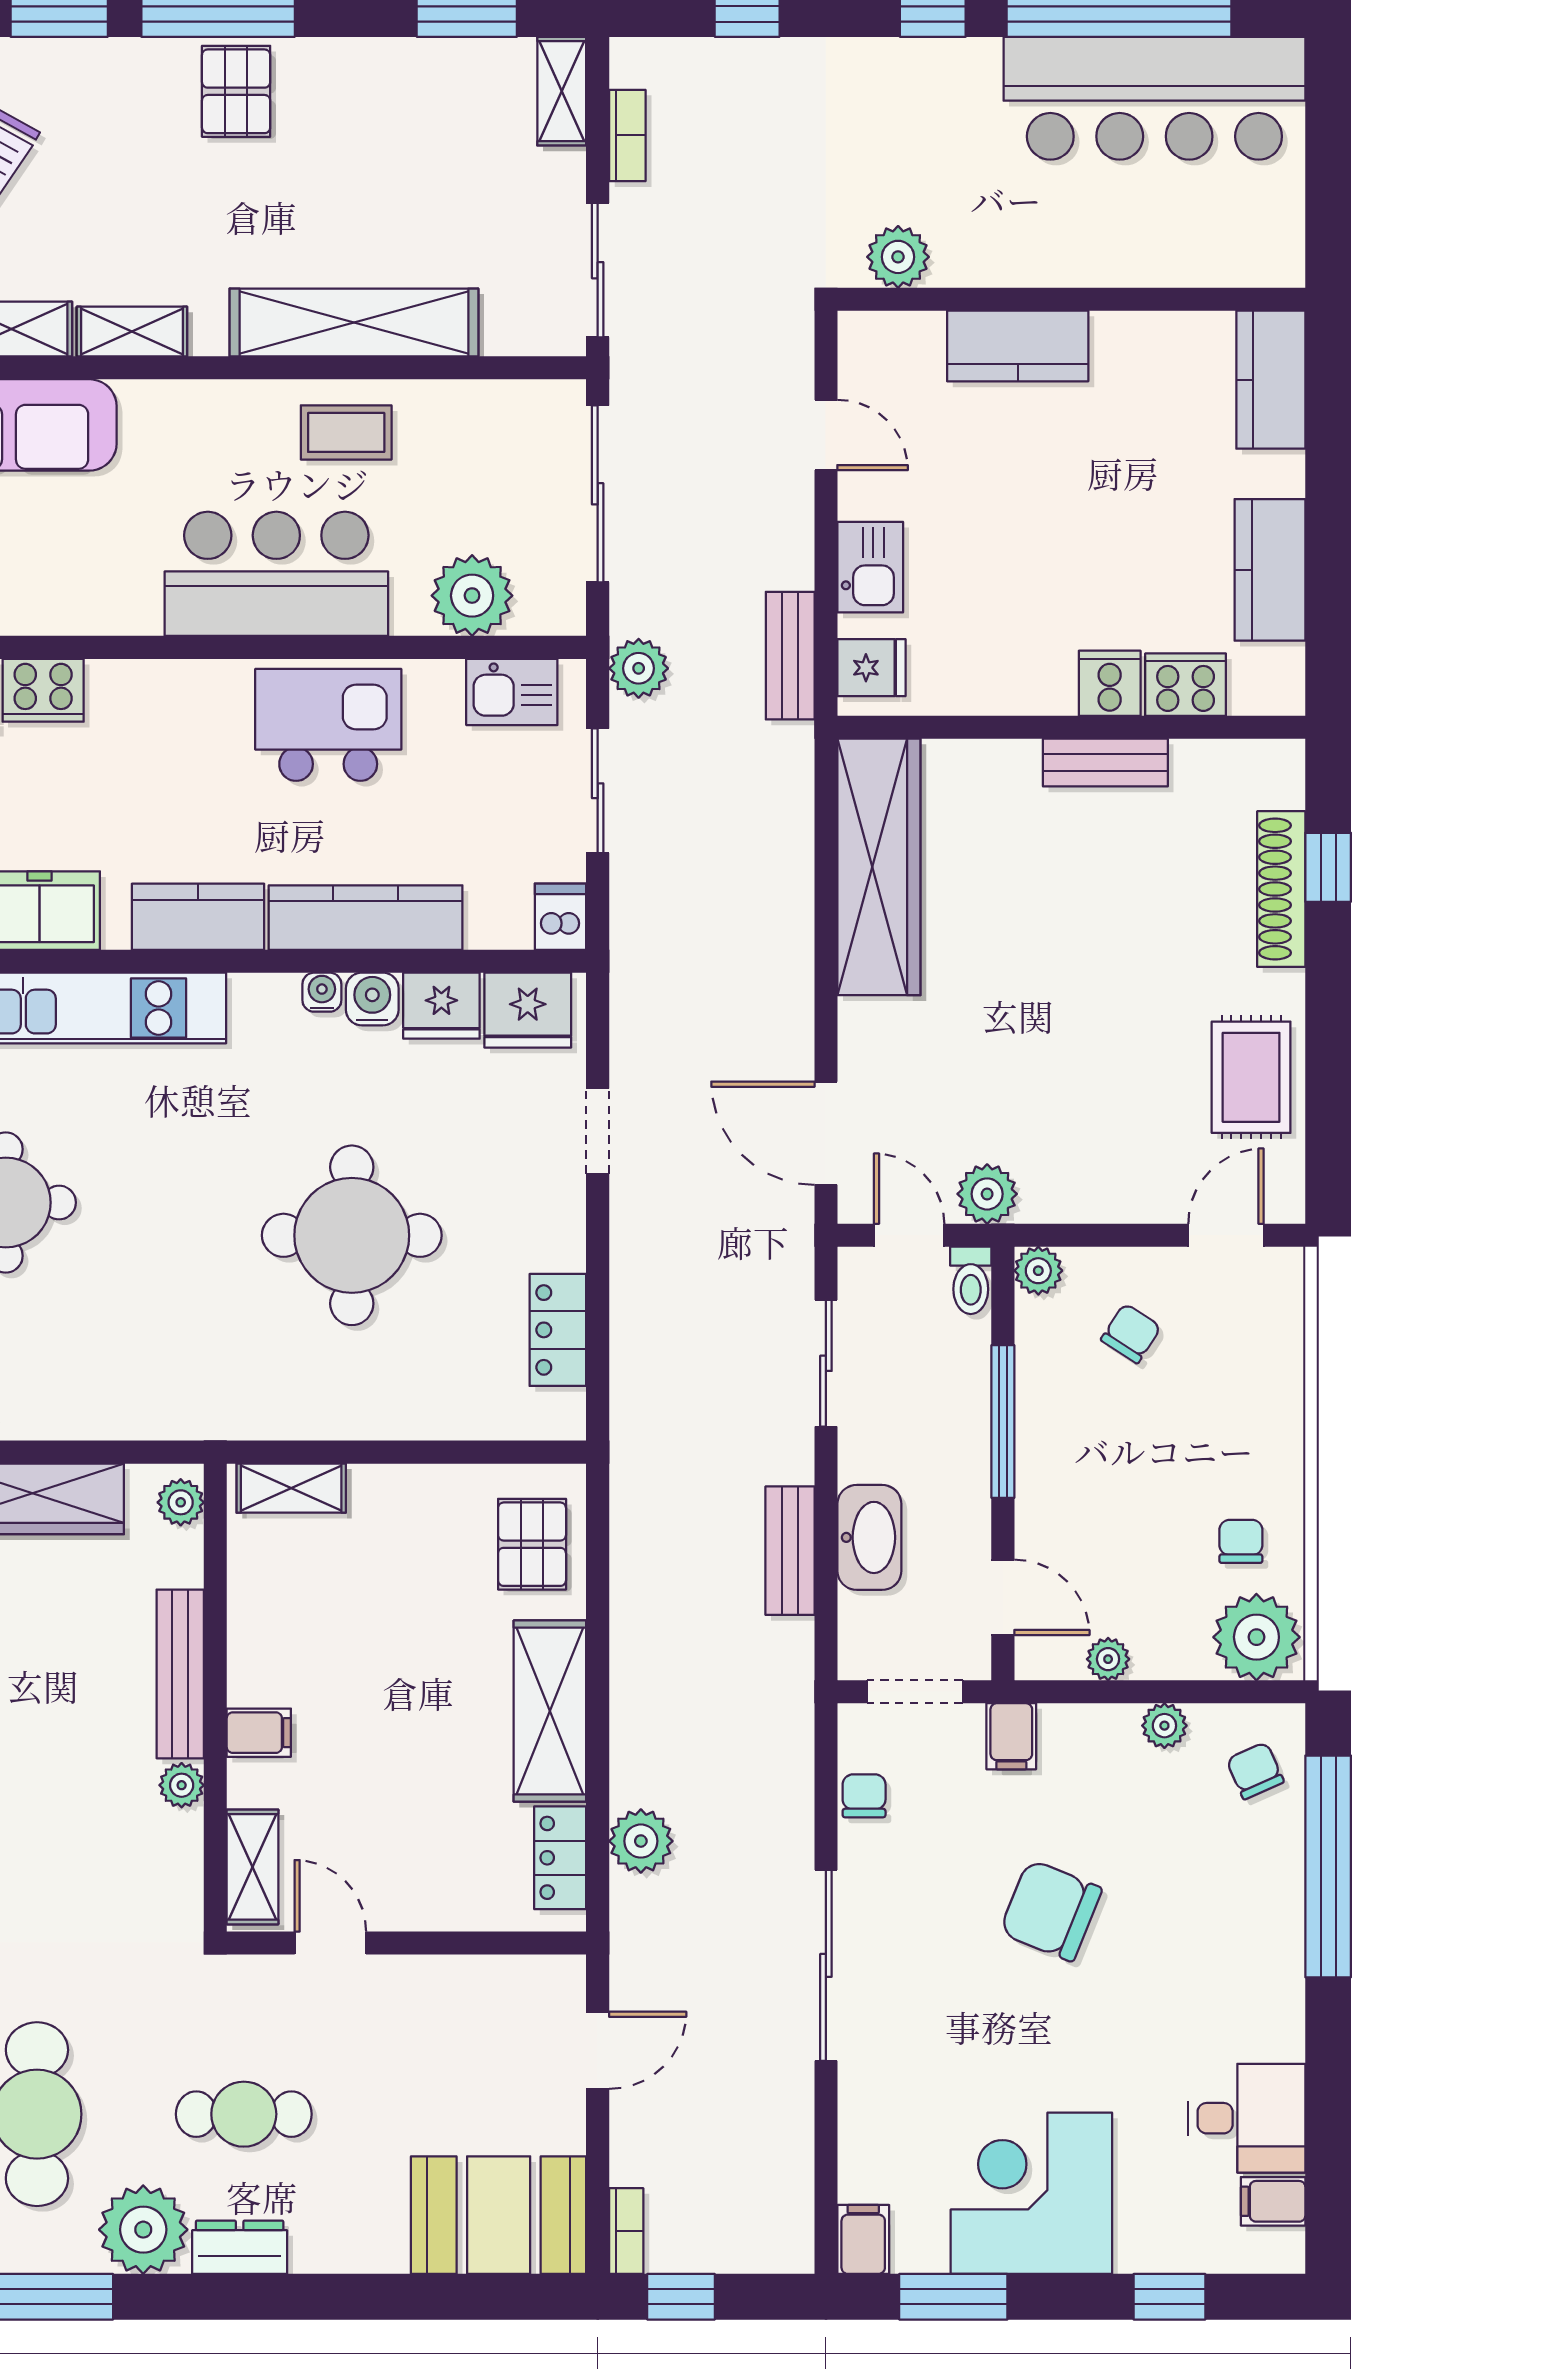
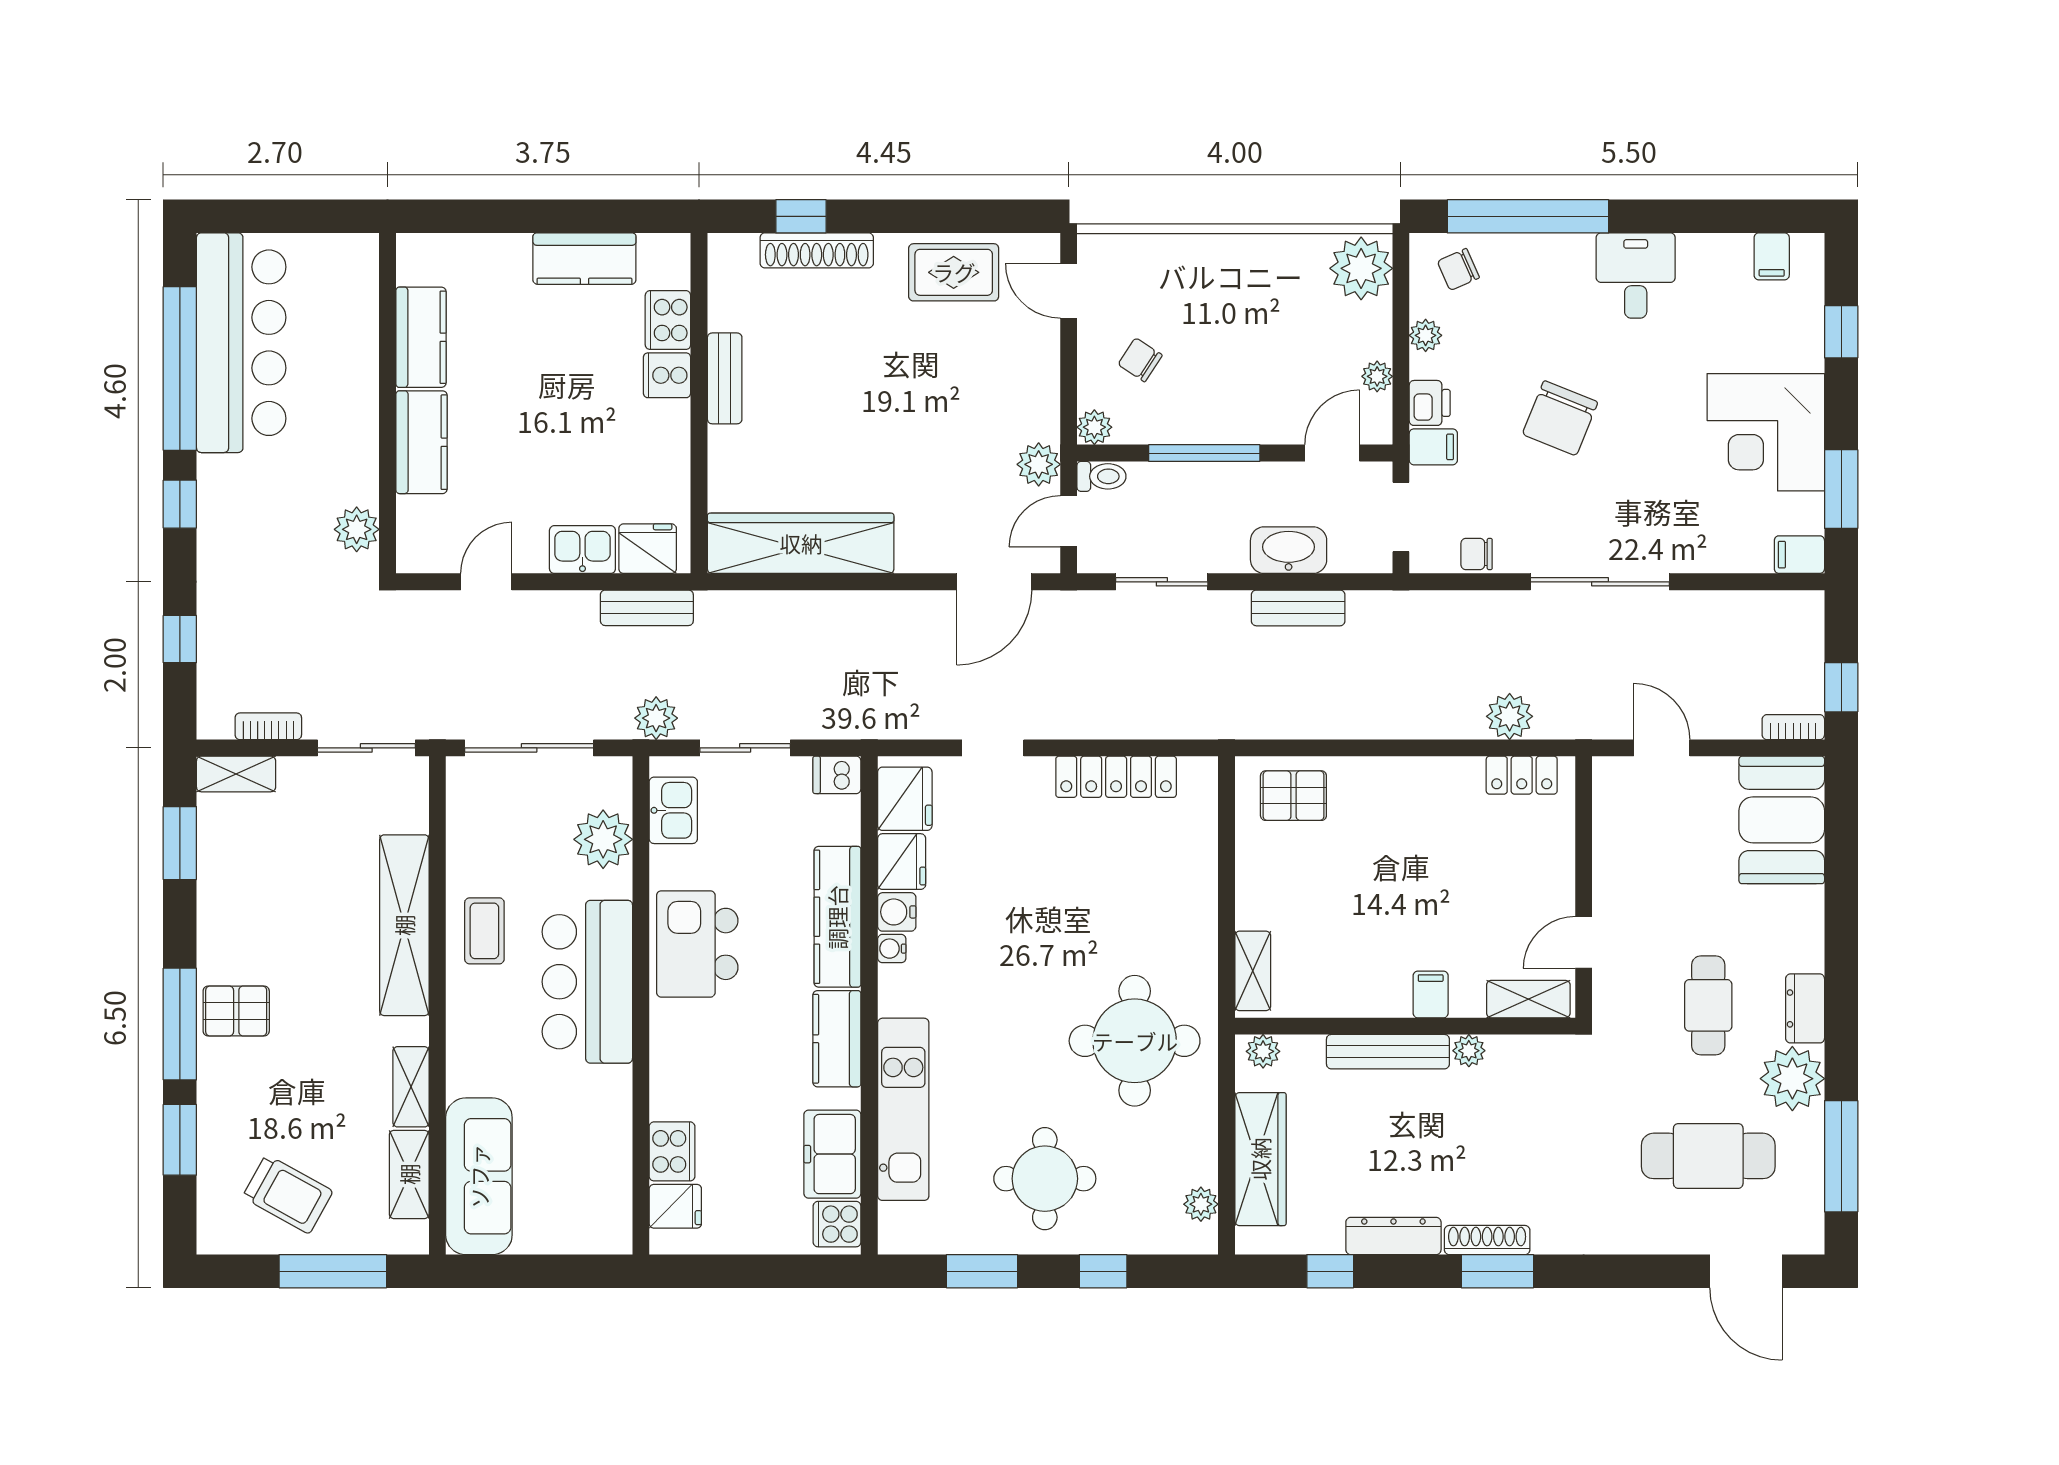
kitchen counter: (1271, 380) -> (421, 337), moved, turned -90
fridge: (871, 668) -> (648, 549), width x1.38
round table: (352, 1235) -> (1135, 1041), moved
locker: (558, 1330) -> (1116, 777), width x1.53
chair: (1241, 1541) -> (1291, 280), removed
shelving: (550, 1711) -> (1415, 783), removed
printer: (1072, 1731) -> (1430, 403), added
desk: (1247, 2118) -> (1636, 276), moved

